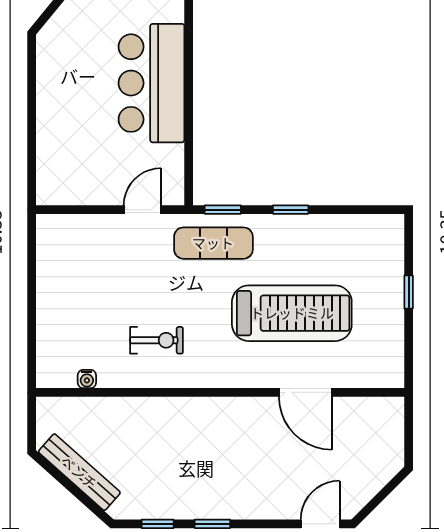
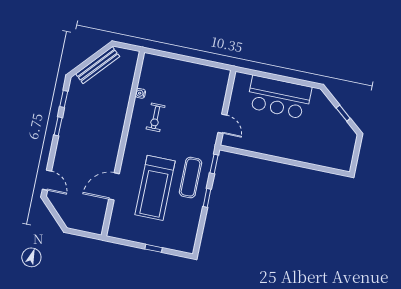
bar counter: (151, 83) -> (279, 97), moved, turned 180
exercise mat: (213, 243) -> (191, 178), moved
water cooler: (87, 379) -> (140, 93), moved

